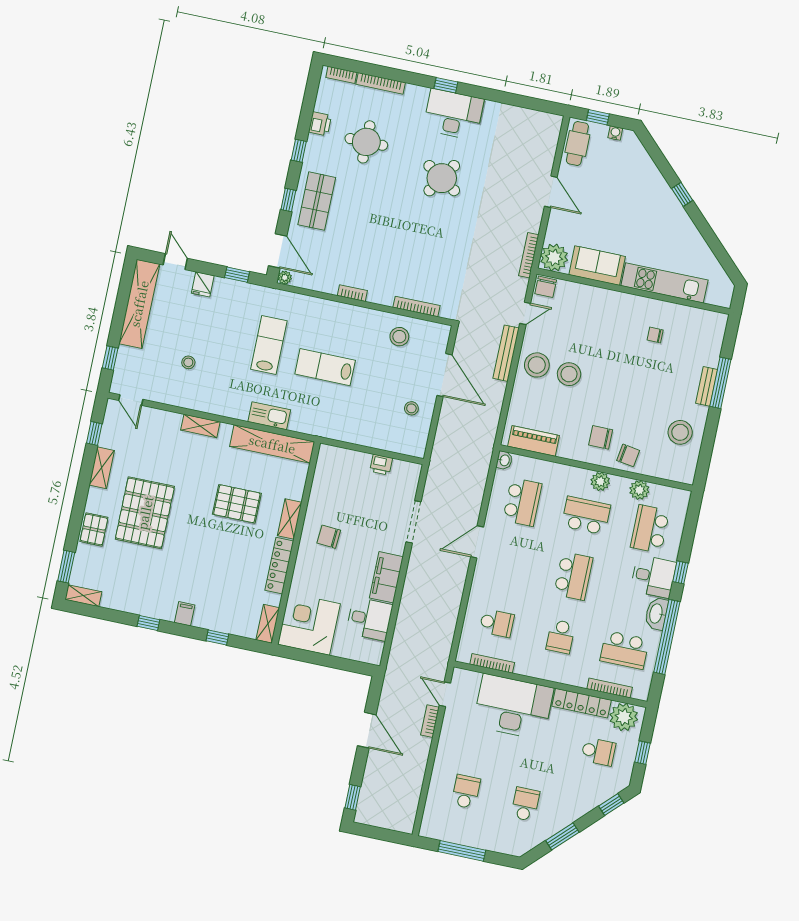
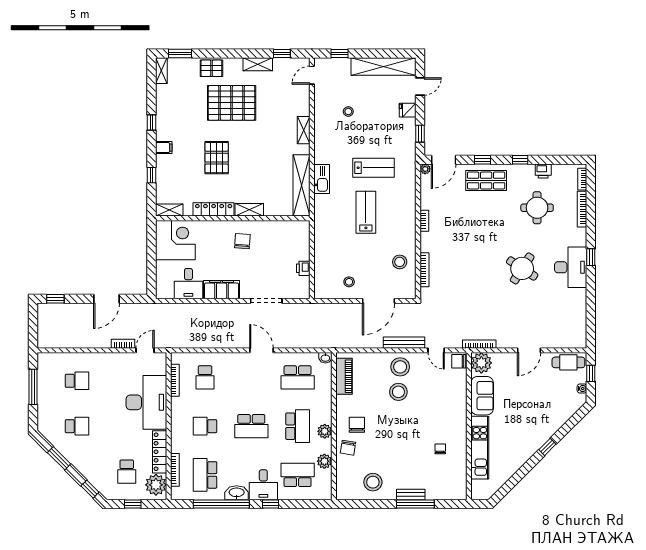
pallet: (237, 504) -> (217, 158), moved

